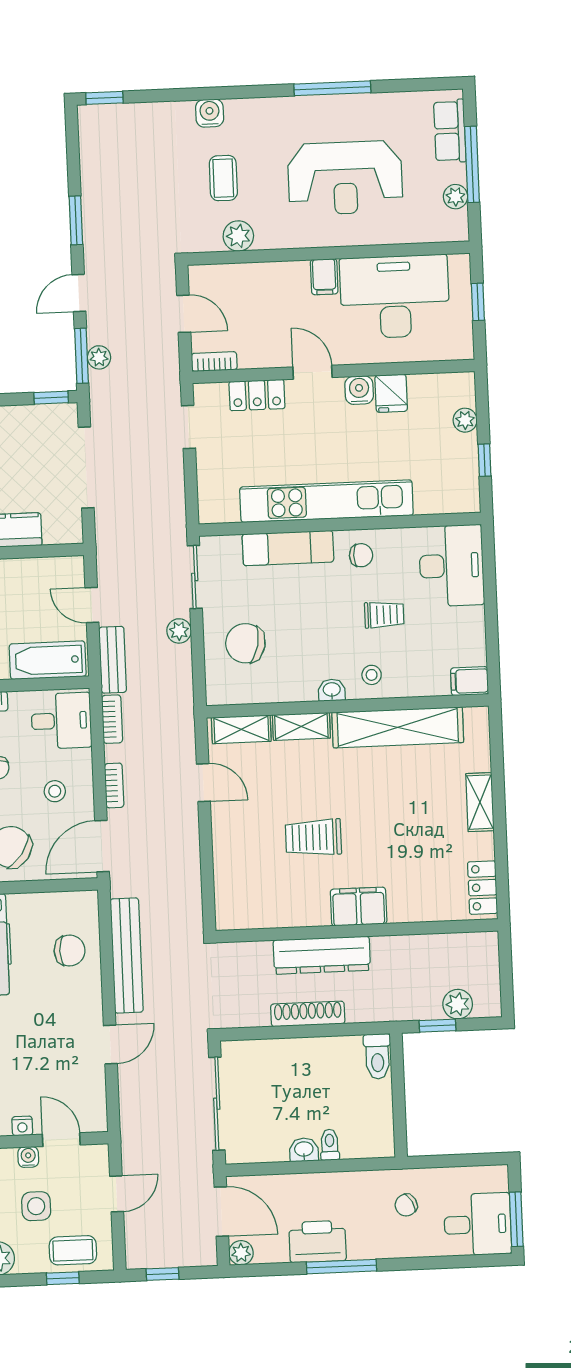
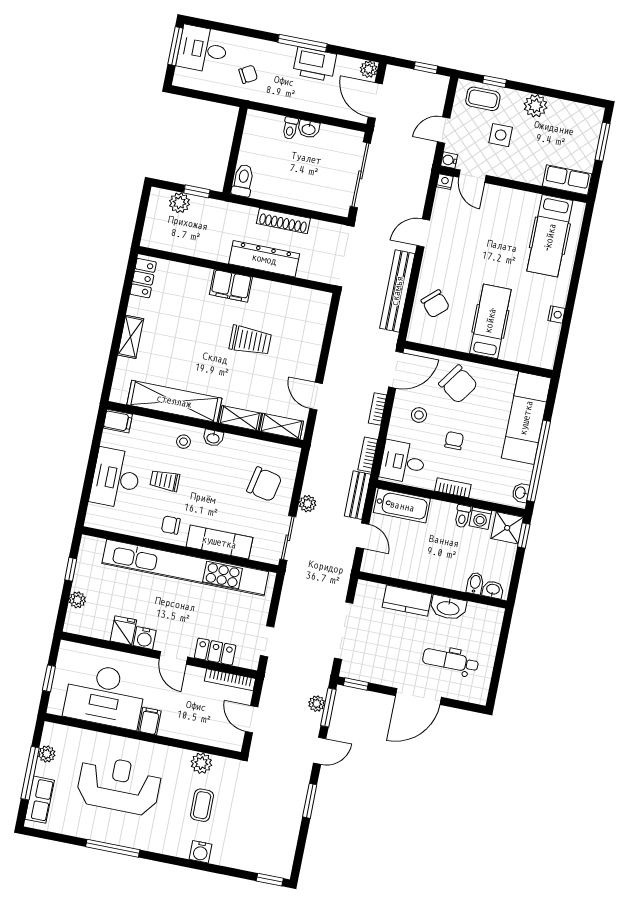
bookcase: (214, 362) -> (230, 680), width x1.56
kitchen unit: (326, 501) -> (185, 568), width x1.36
desk: (451, 566) -> (116, 478), moved
chair: (70, 951) -> (435, 304), turned -132
nightstand: (22, 1126) -> (445, 182), moved
water cooler: (28, 1157) -> (449, 160), moved, turned 90

